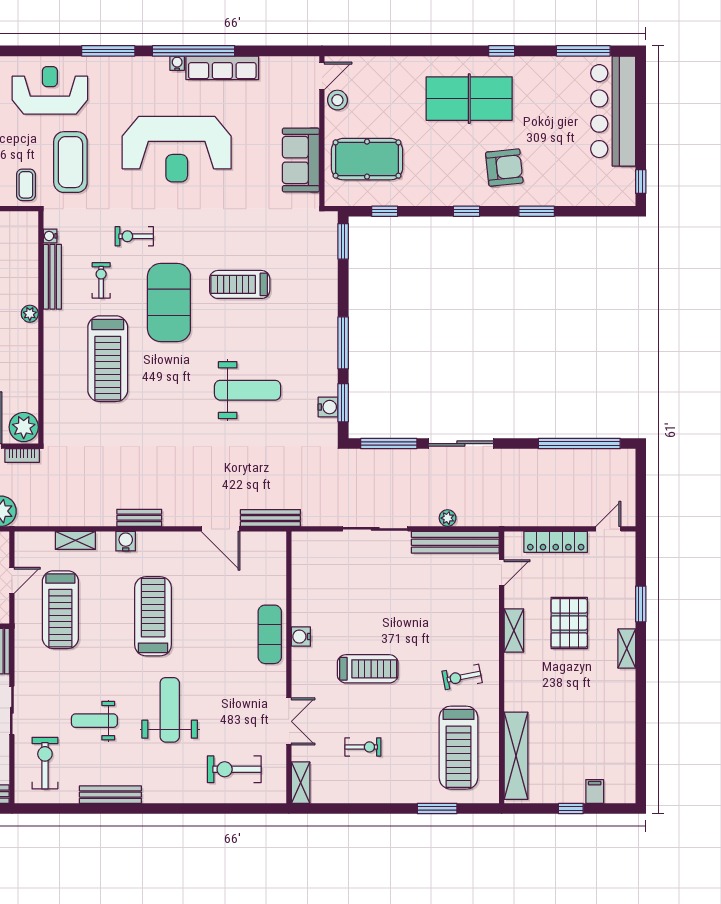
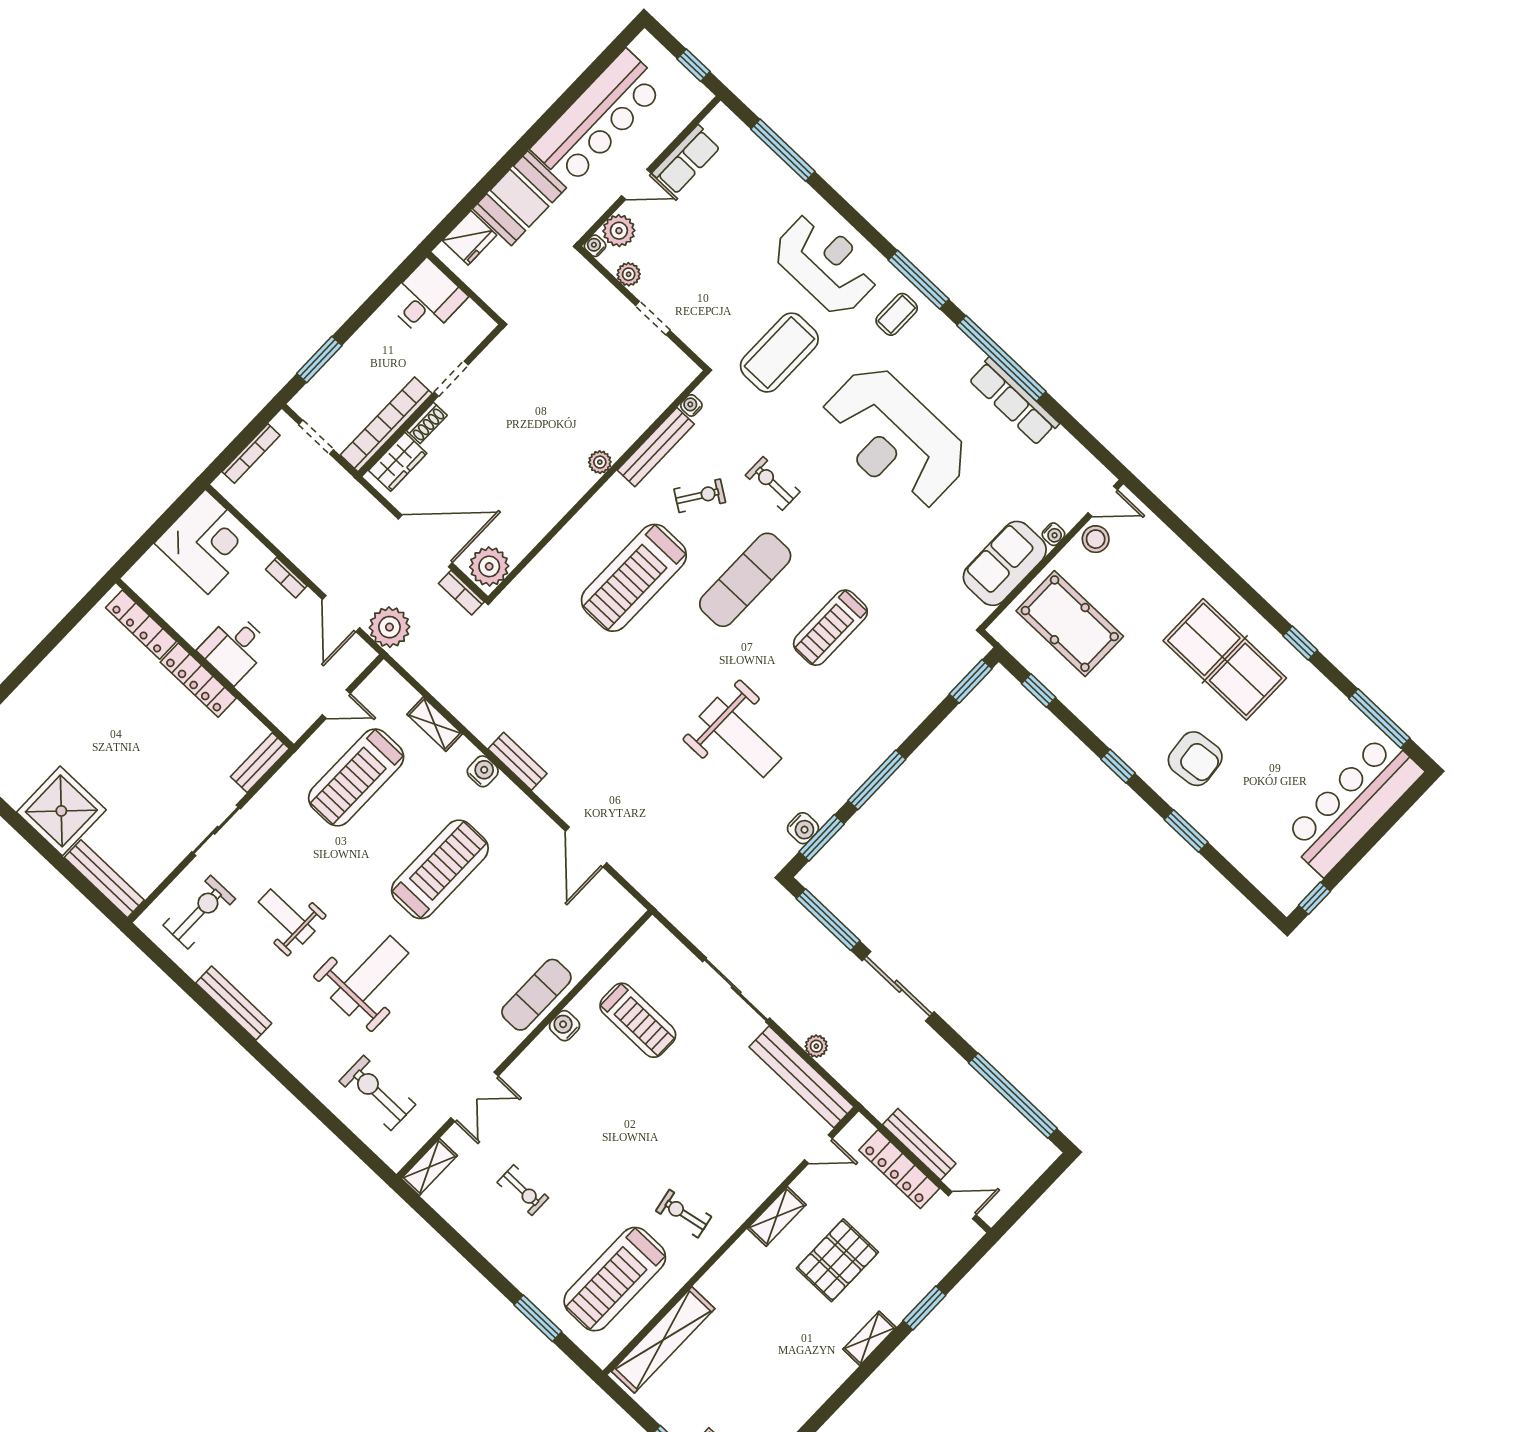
water cooler: (177, 63) -> (1053, 534), moved, turned 90
coffee table: (26, 185) -> (897, 314), moved
exercise bike: (101, 280) -> (700, 496), turned 34
treadmill: (240, 284) -> (830, 628), turned -90
exercise mat: (169, 303) -> (745, 580), width x0.68
bench: (270, 518) -> (919, 1144), moved
treadmill: (368, 669) -> (638, 1020), moved

